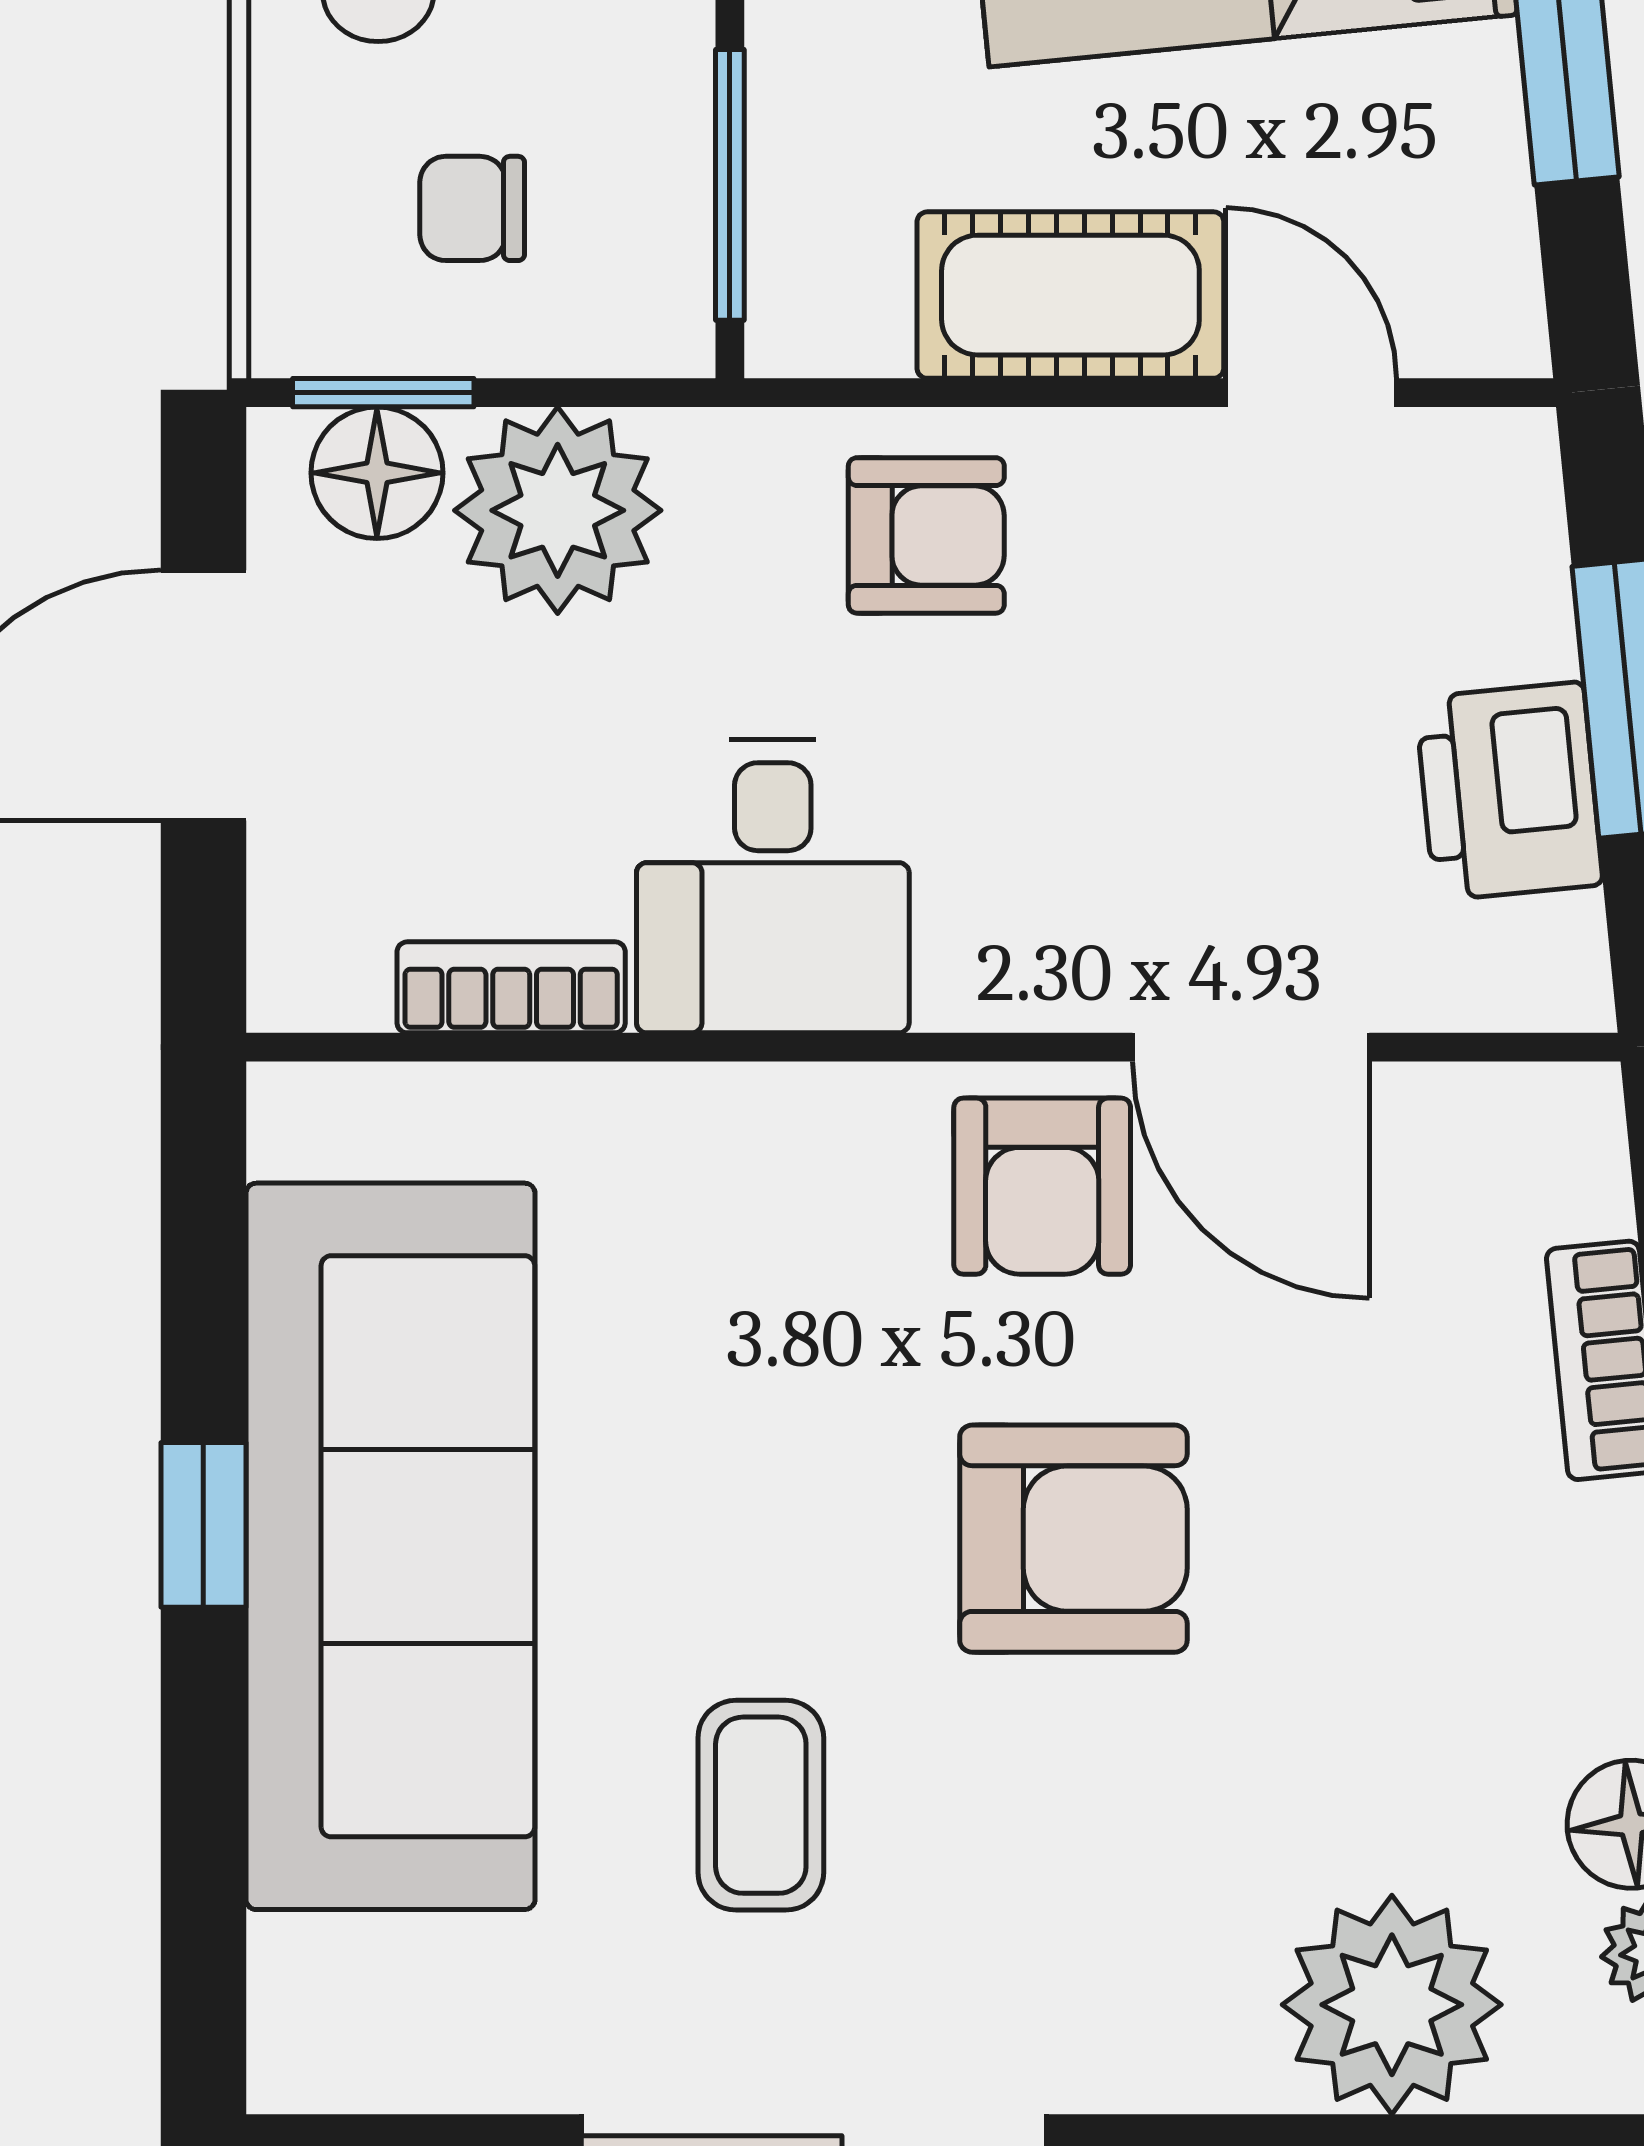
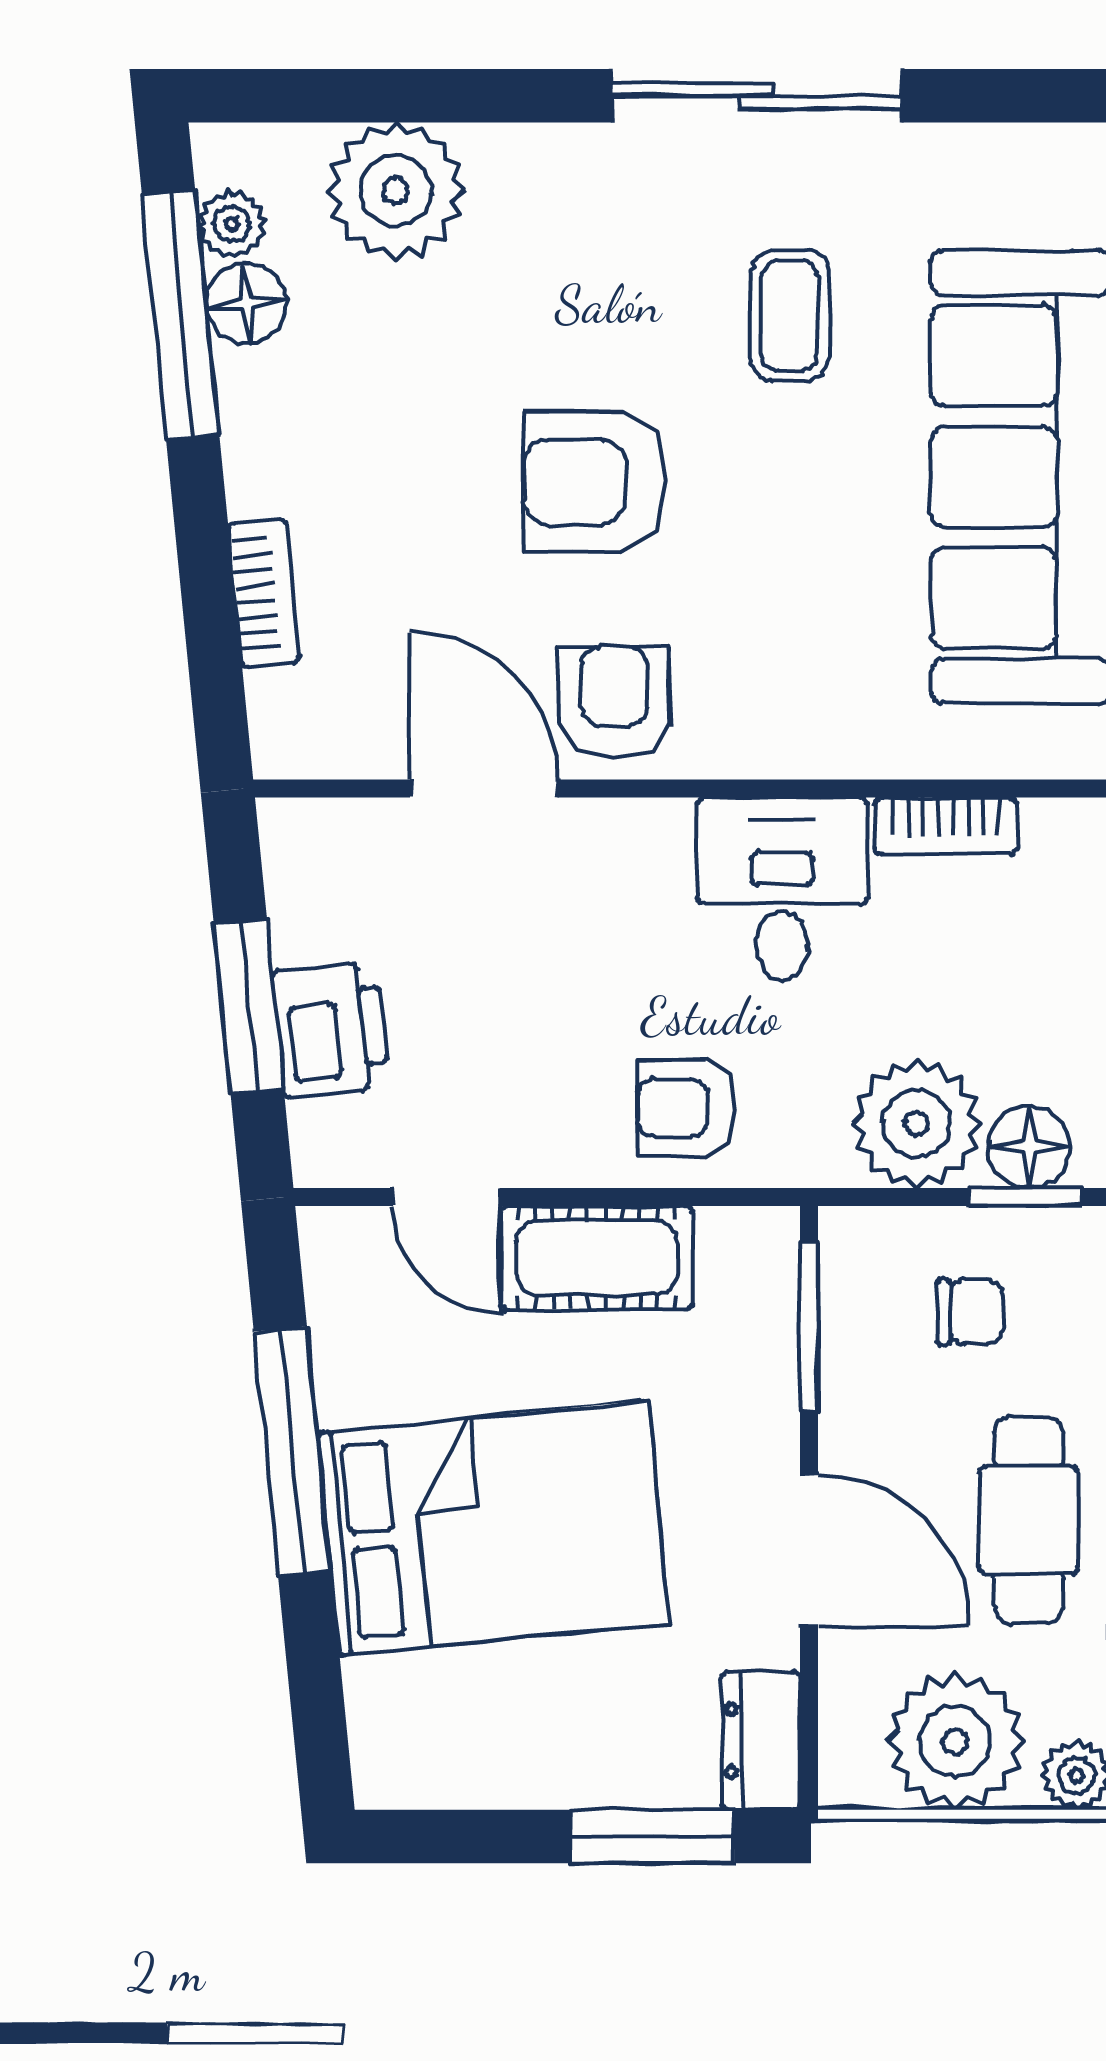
printer: (1509, 791) -> (331, 1030), moved

